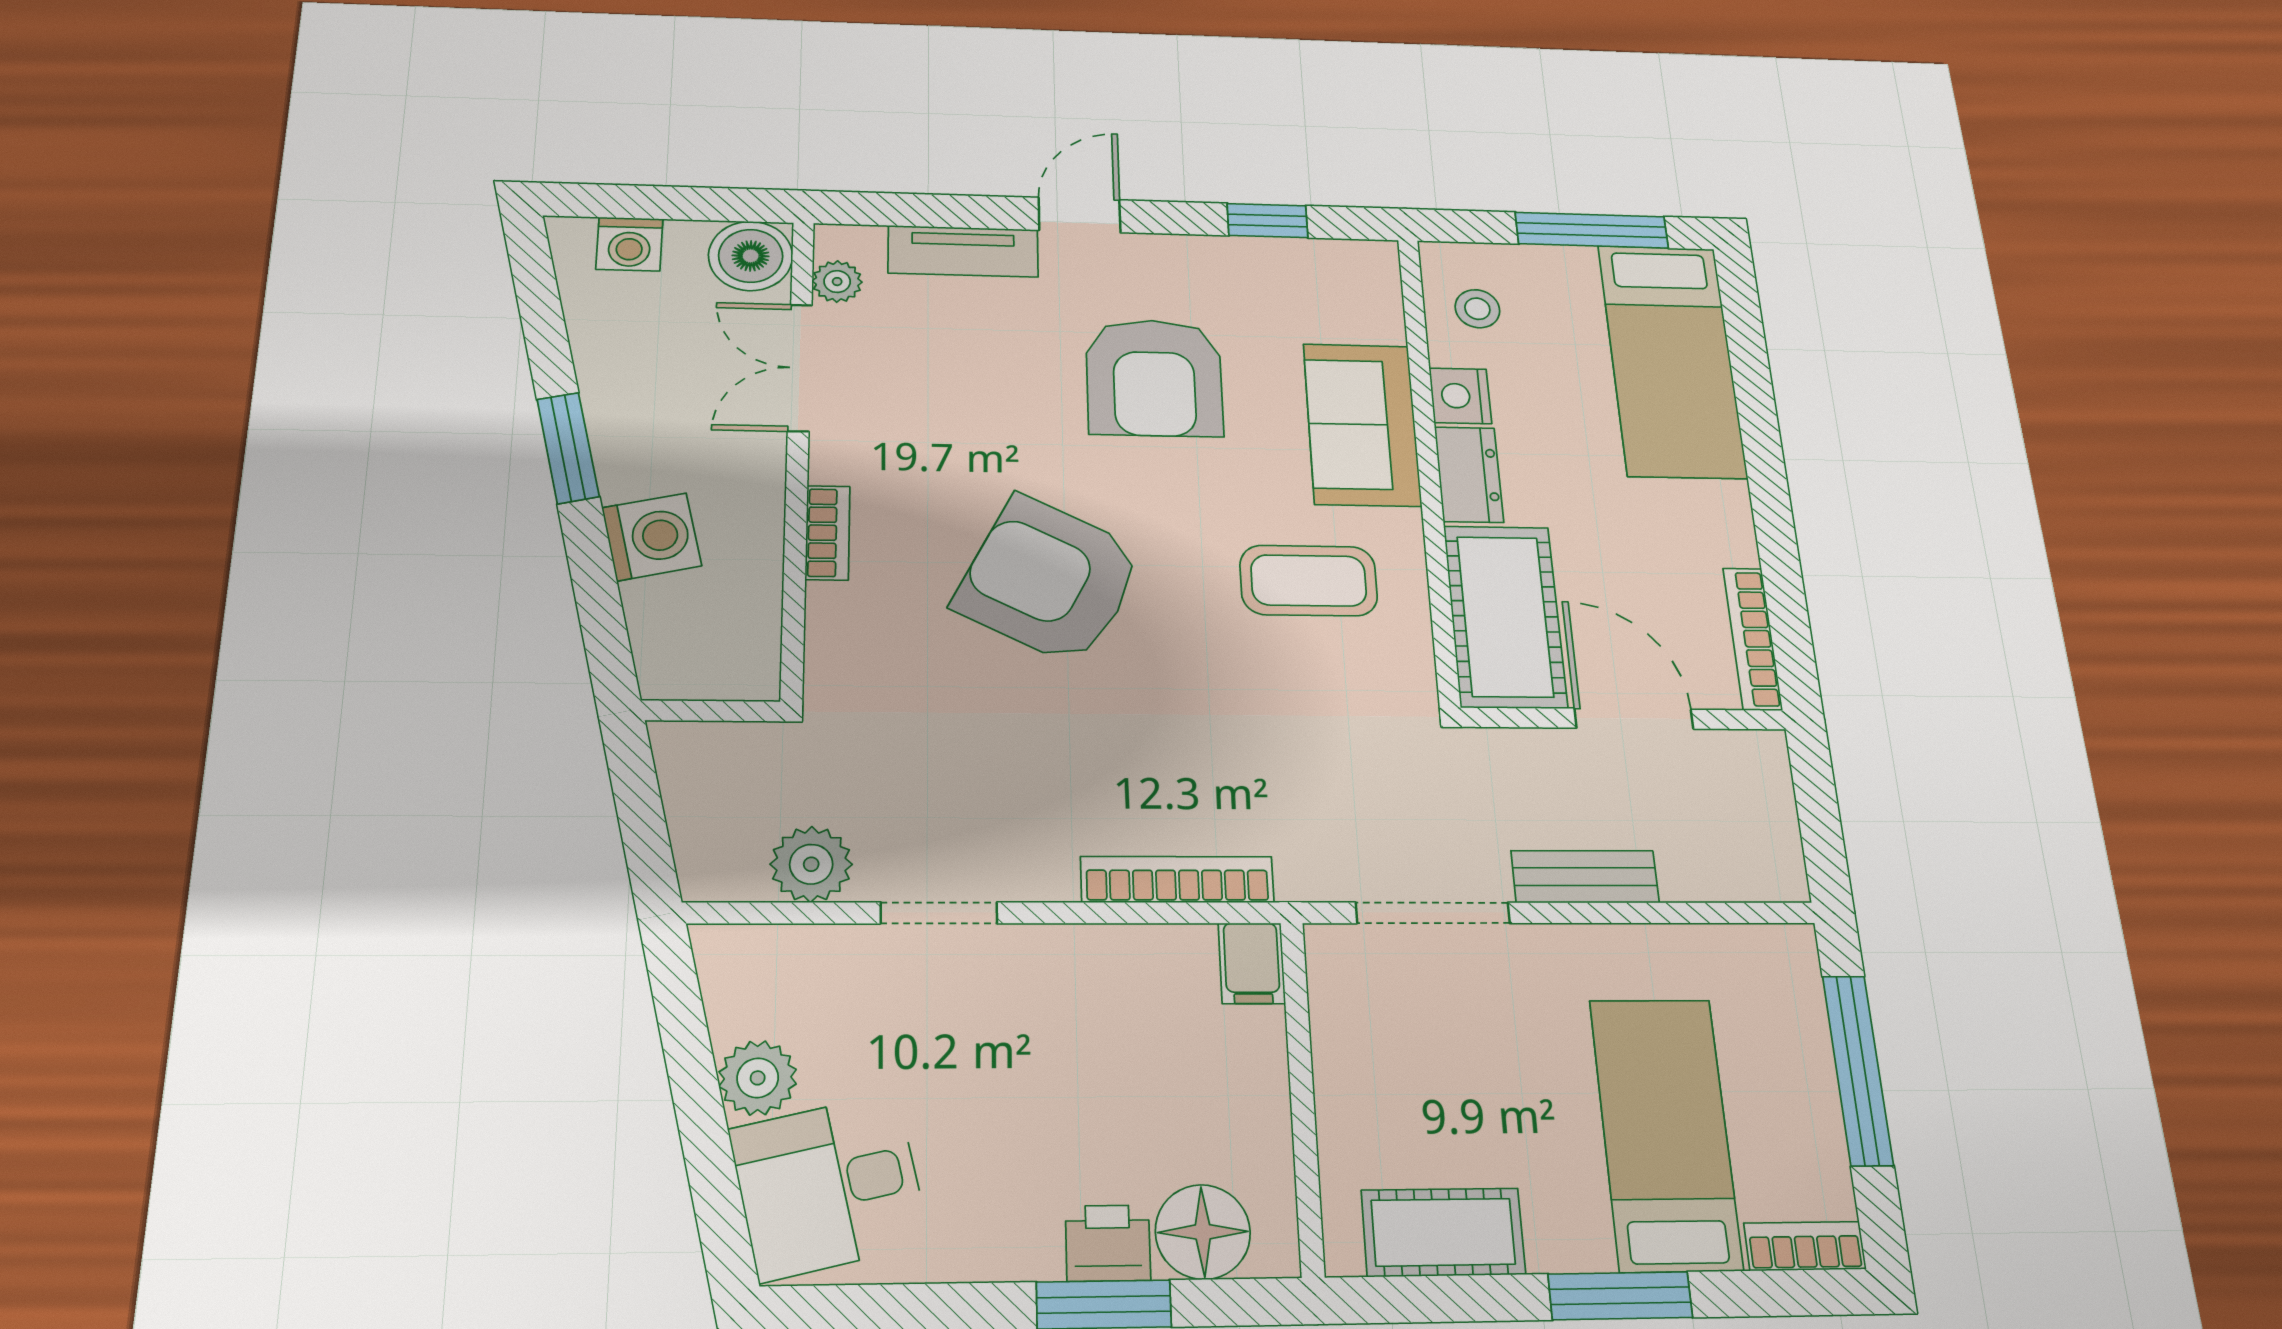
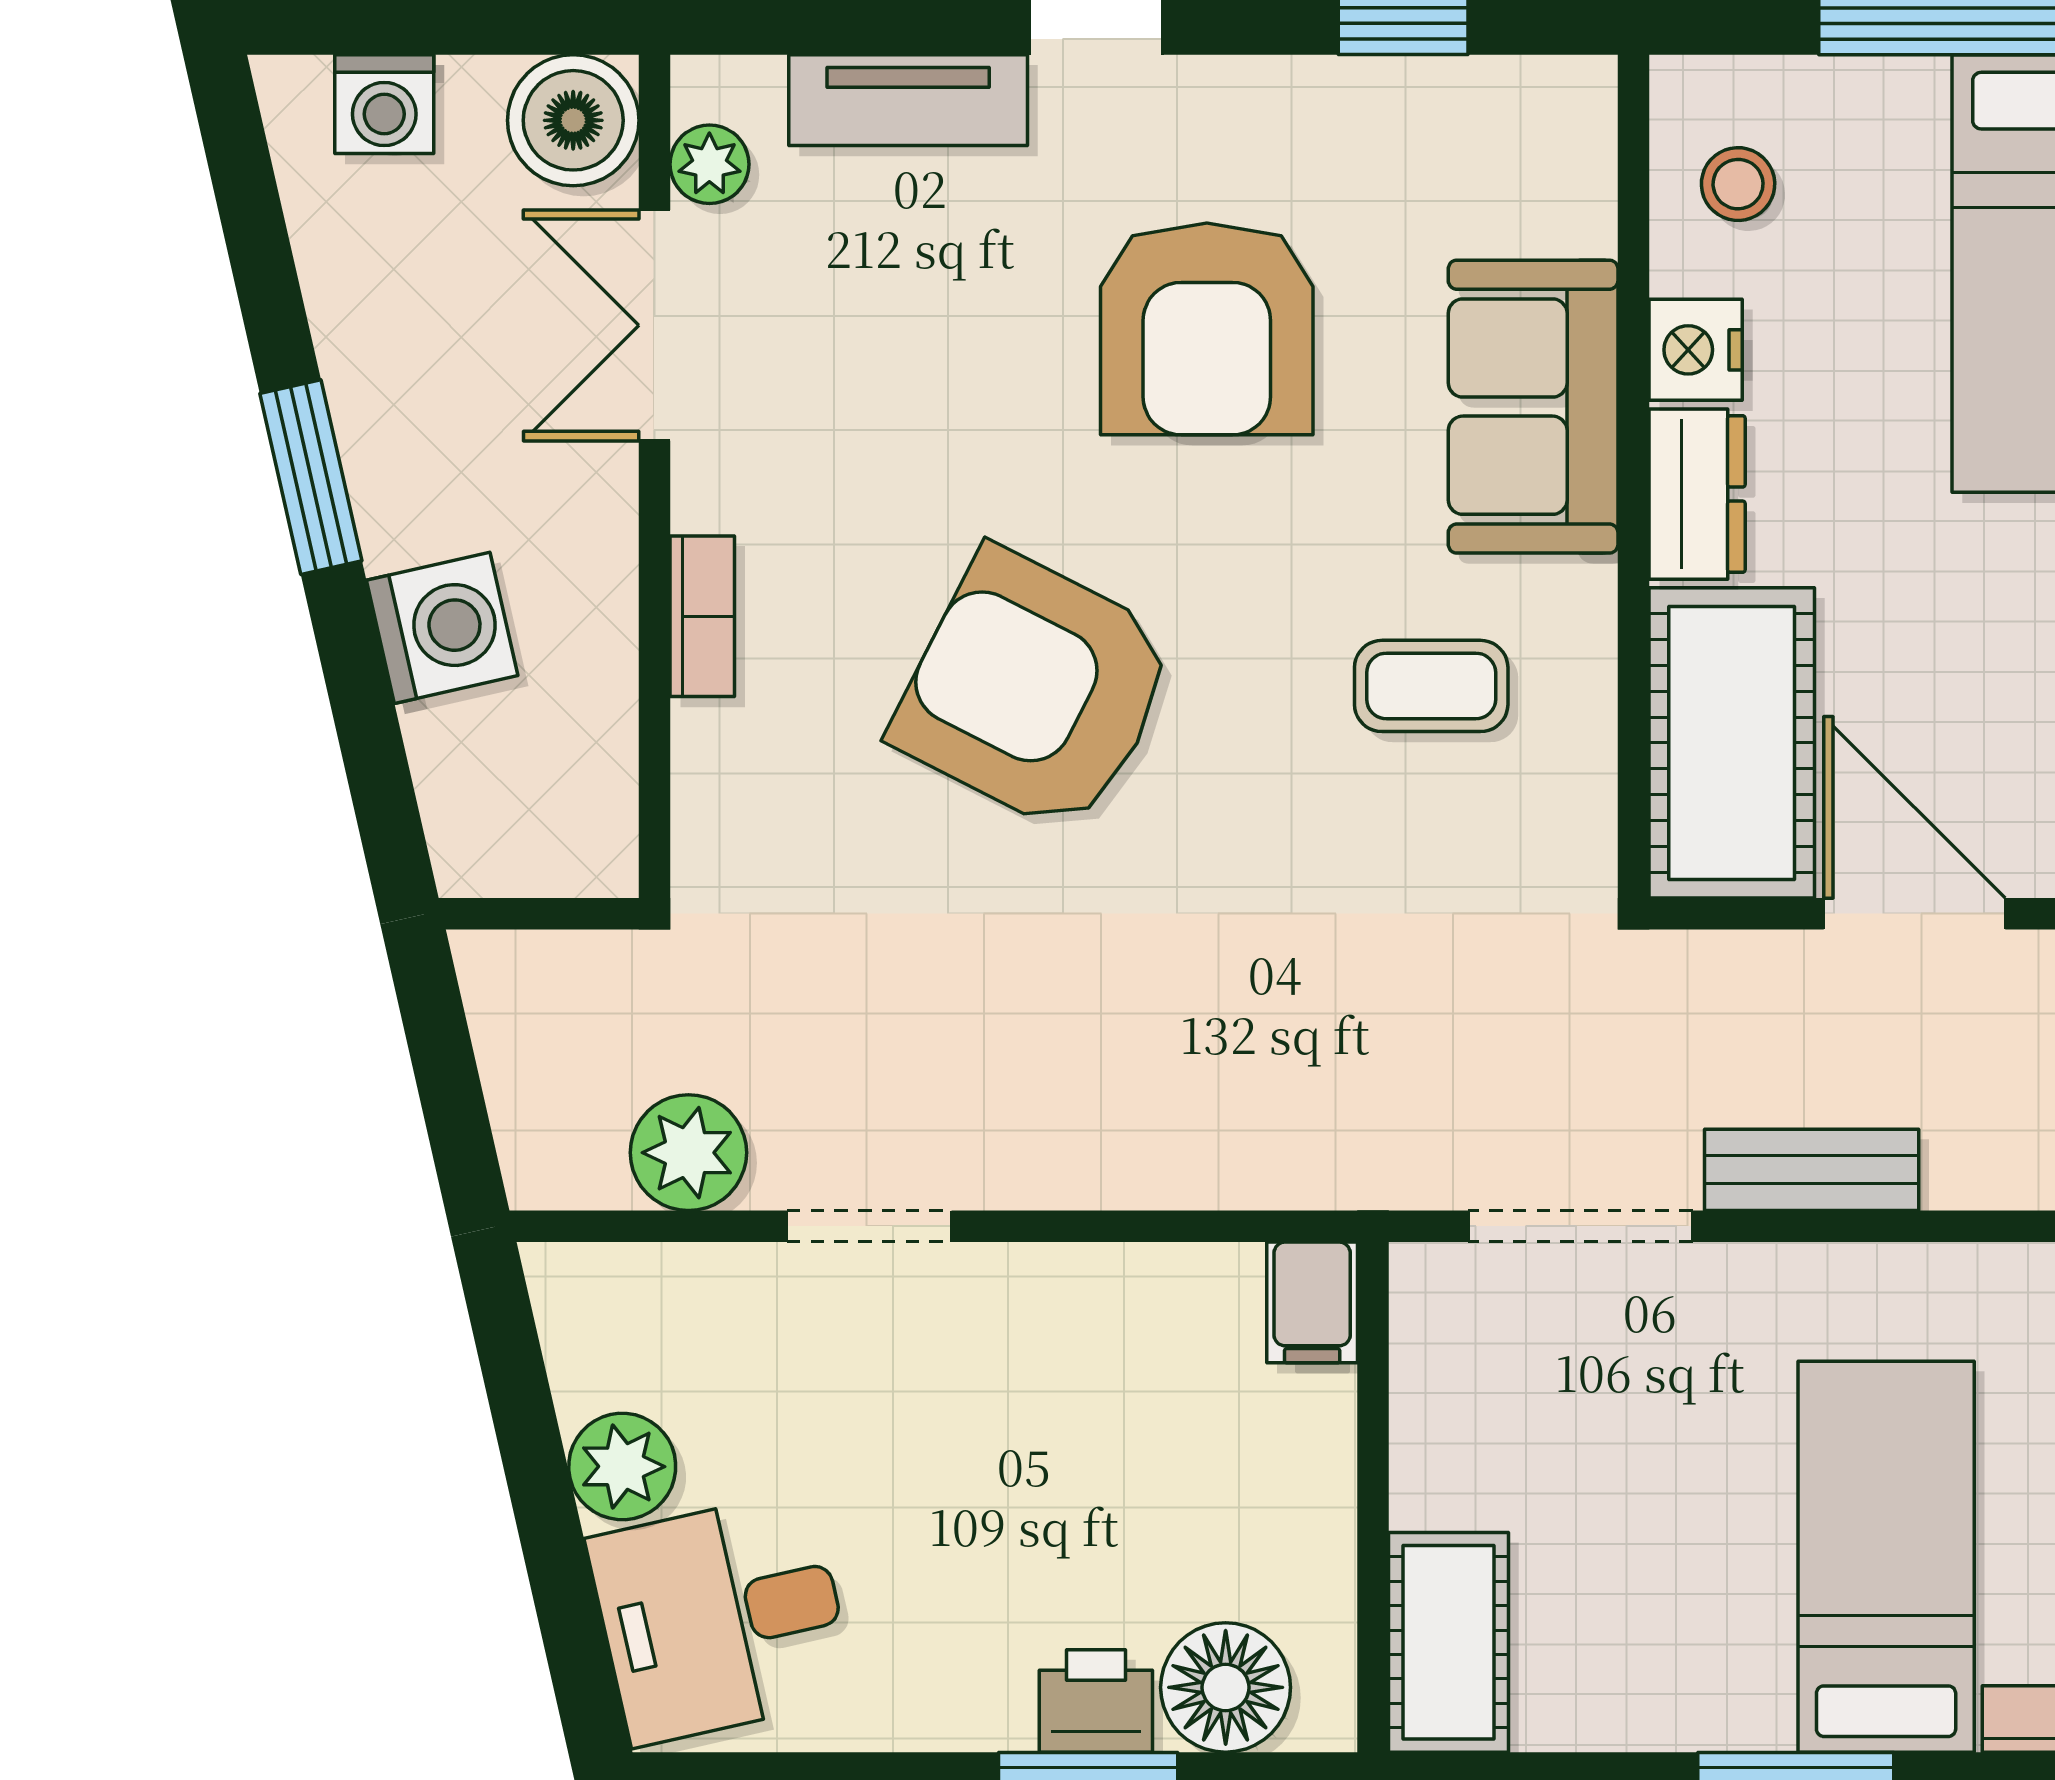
coffee table: (1309, 581) -> (1431, 686), width x0.73, depth x0.77
bookcase: (1177, 880) -> (1211, 1175), removed
cot: (1443, 1232) -> (1449, 1642), moved, turned 90

